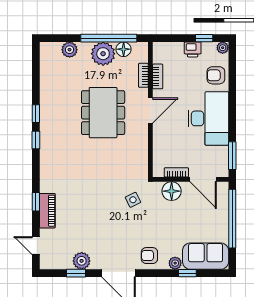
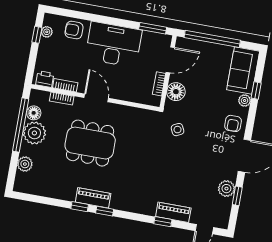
plant: (223, 48) -> (47, 32), moved
printer: (193, 49) -> (45, 79), moved, turned -90
armchair: (216, 75) -> (74, 30), turned 90
piano: (47, 126) -> (93, 198), added

